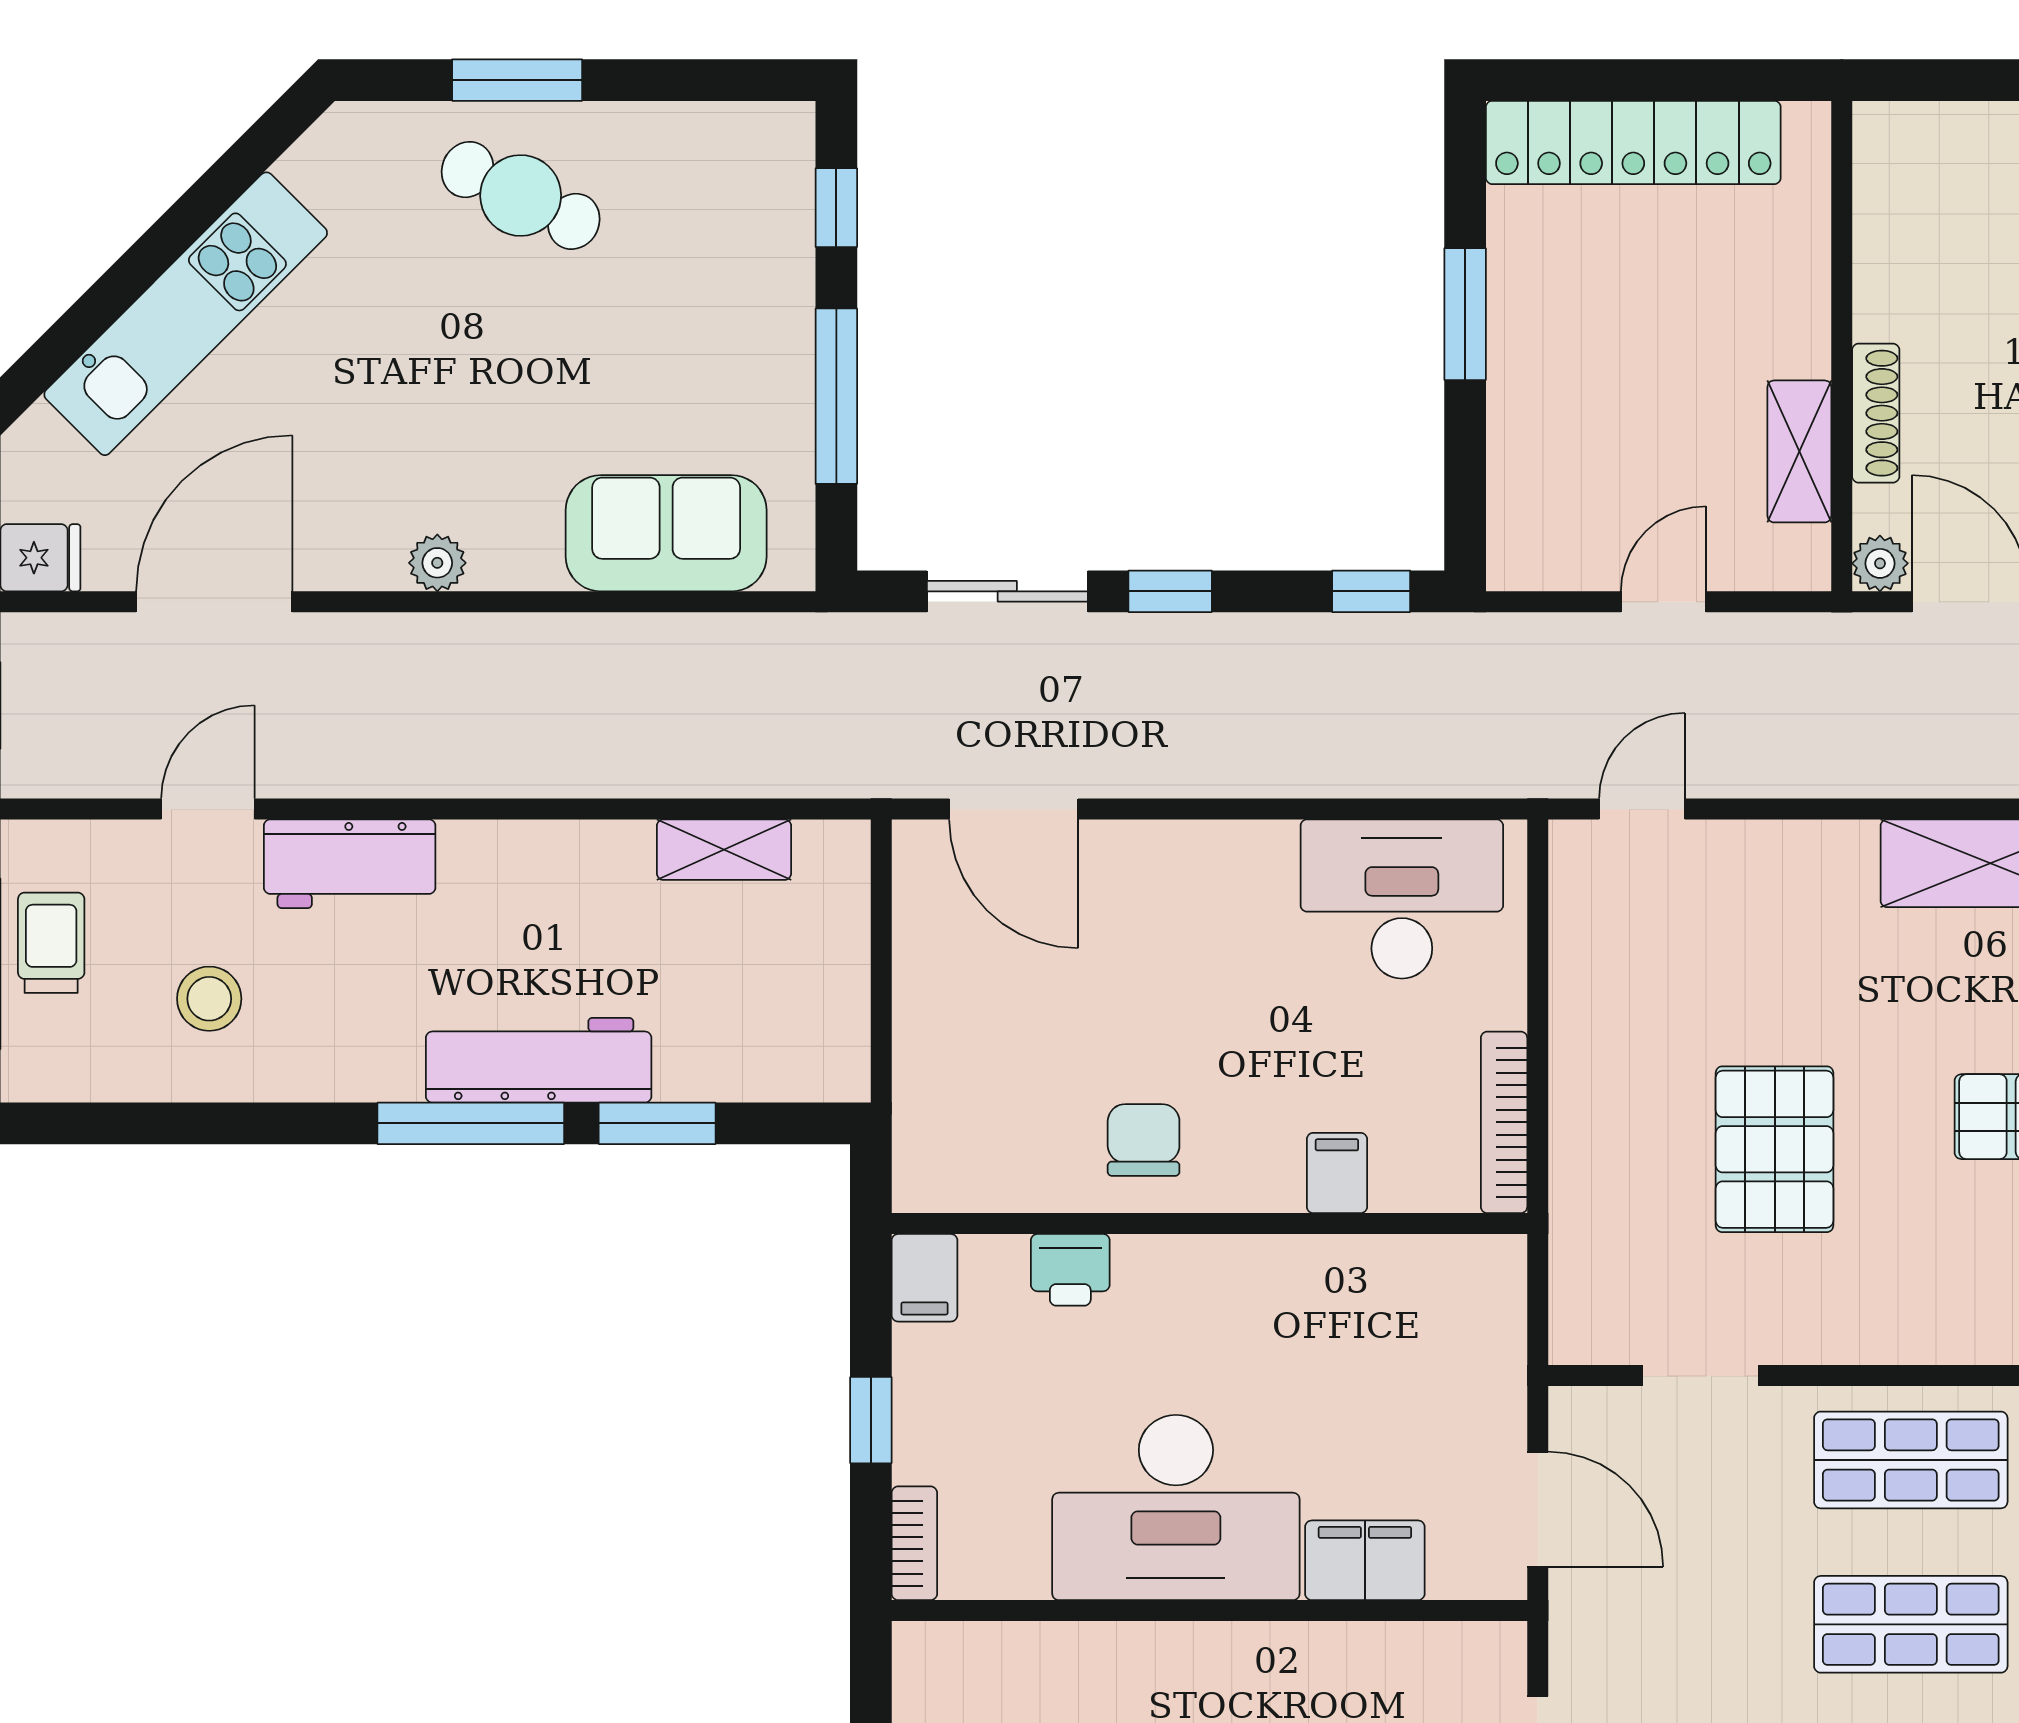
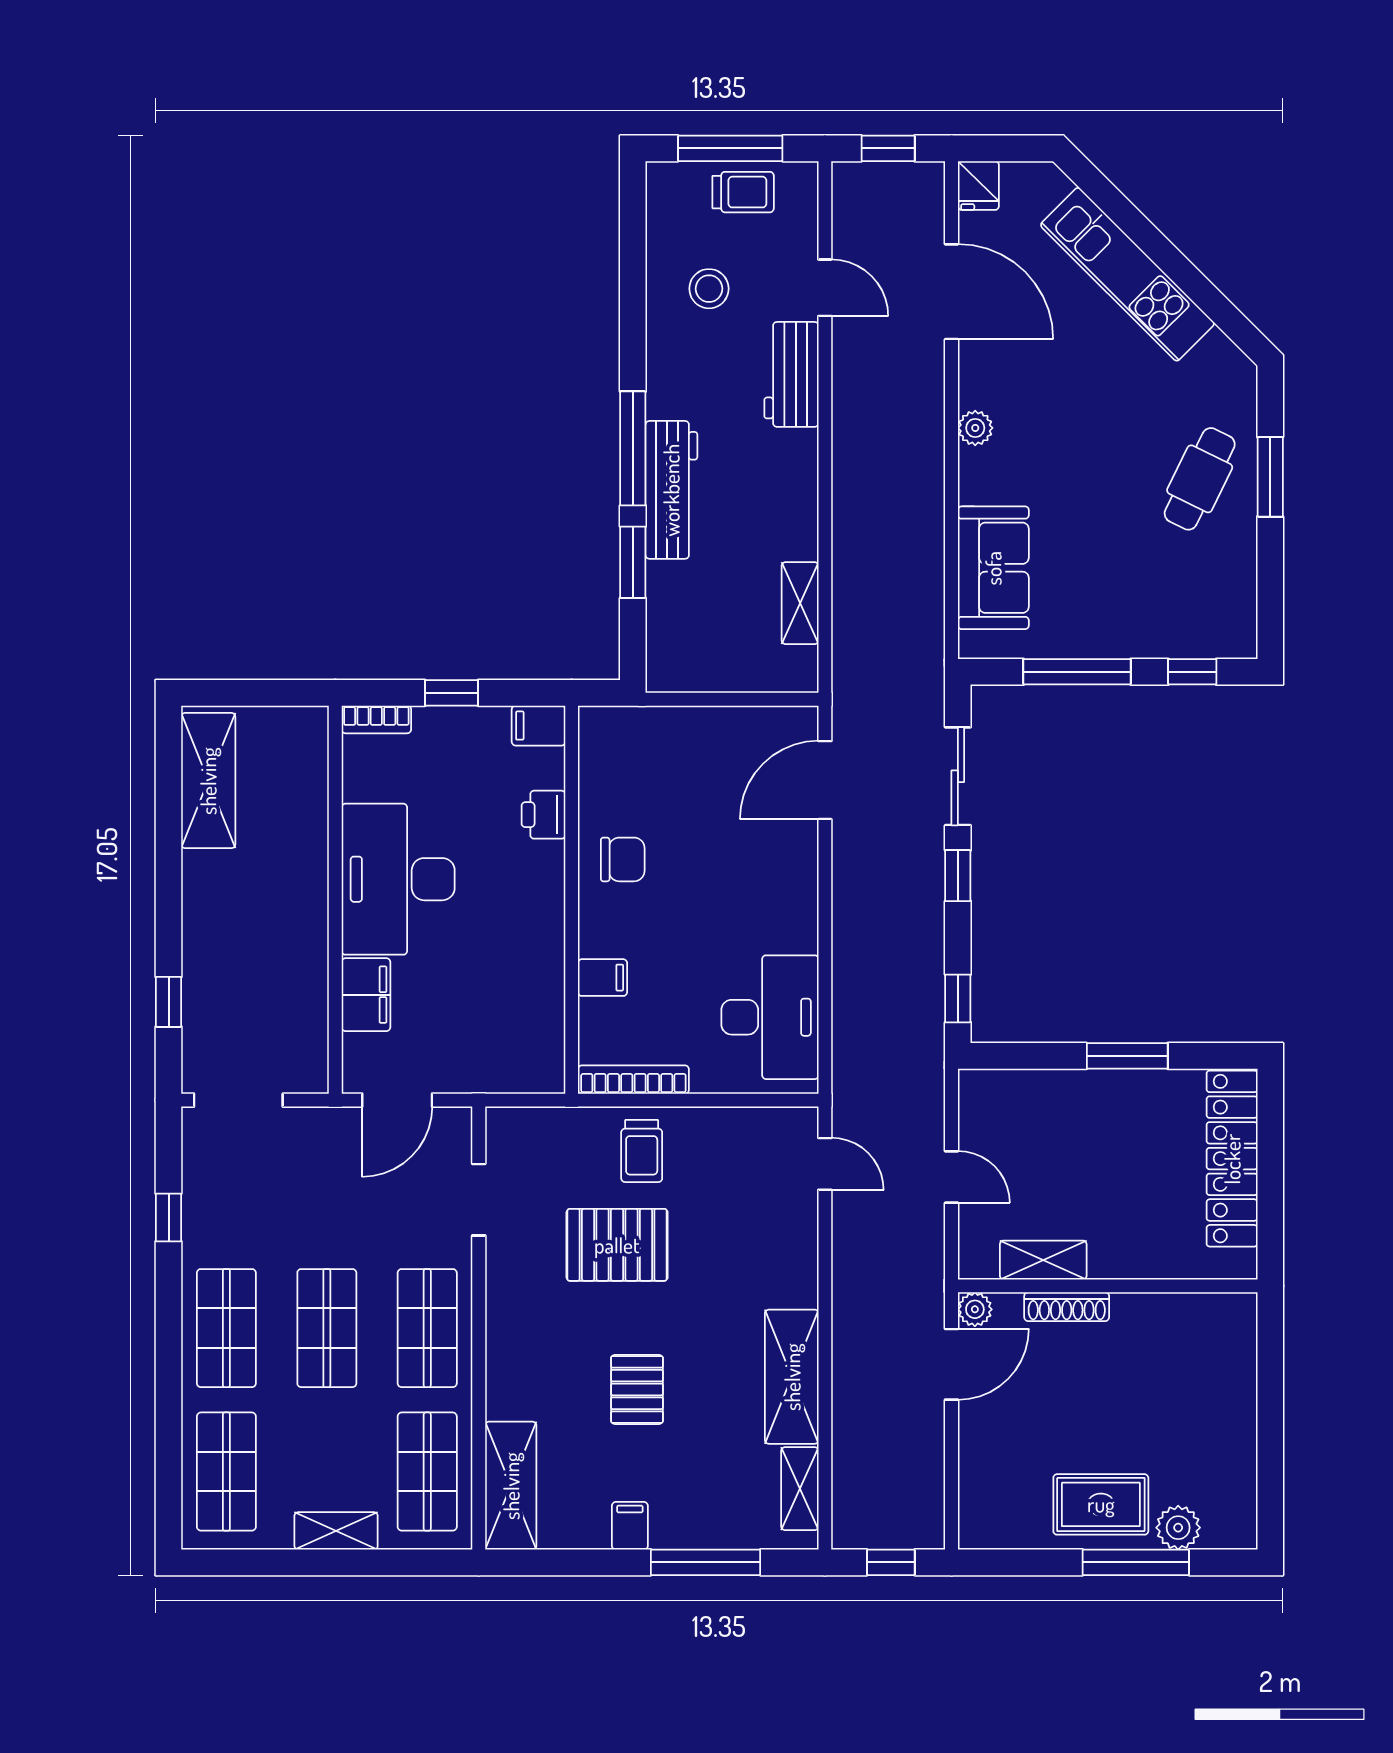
trolley: (1621, 1109) -> (642, 1151), added

